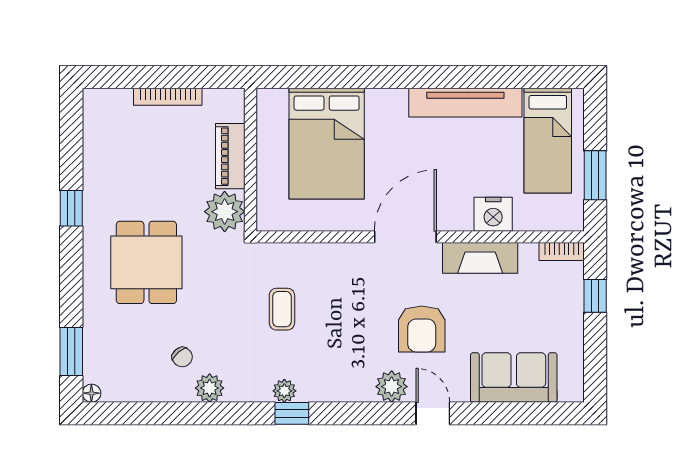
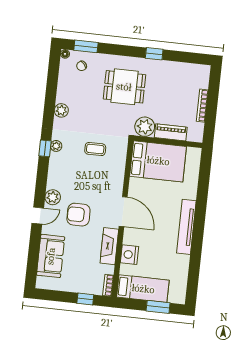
tv unit: (465, 103) -> (186, 227), moved
bed: (548, 141) -> (143, 289), moved, turned 180
bed: (327, 144) -> (158, 161), moved, turned 180
window: (595, 175) -> (158, 307), moved
chair: (182, 357) -> (82, 66), moved

